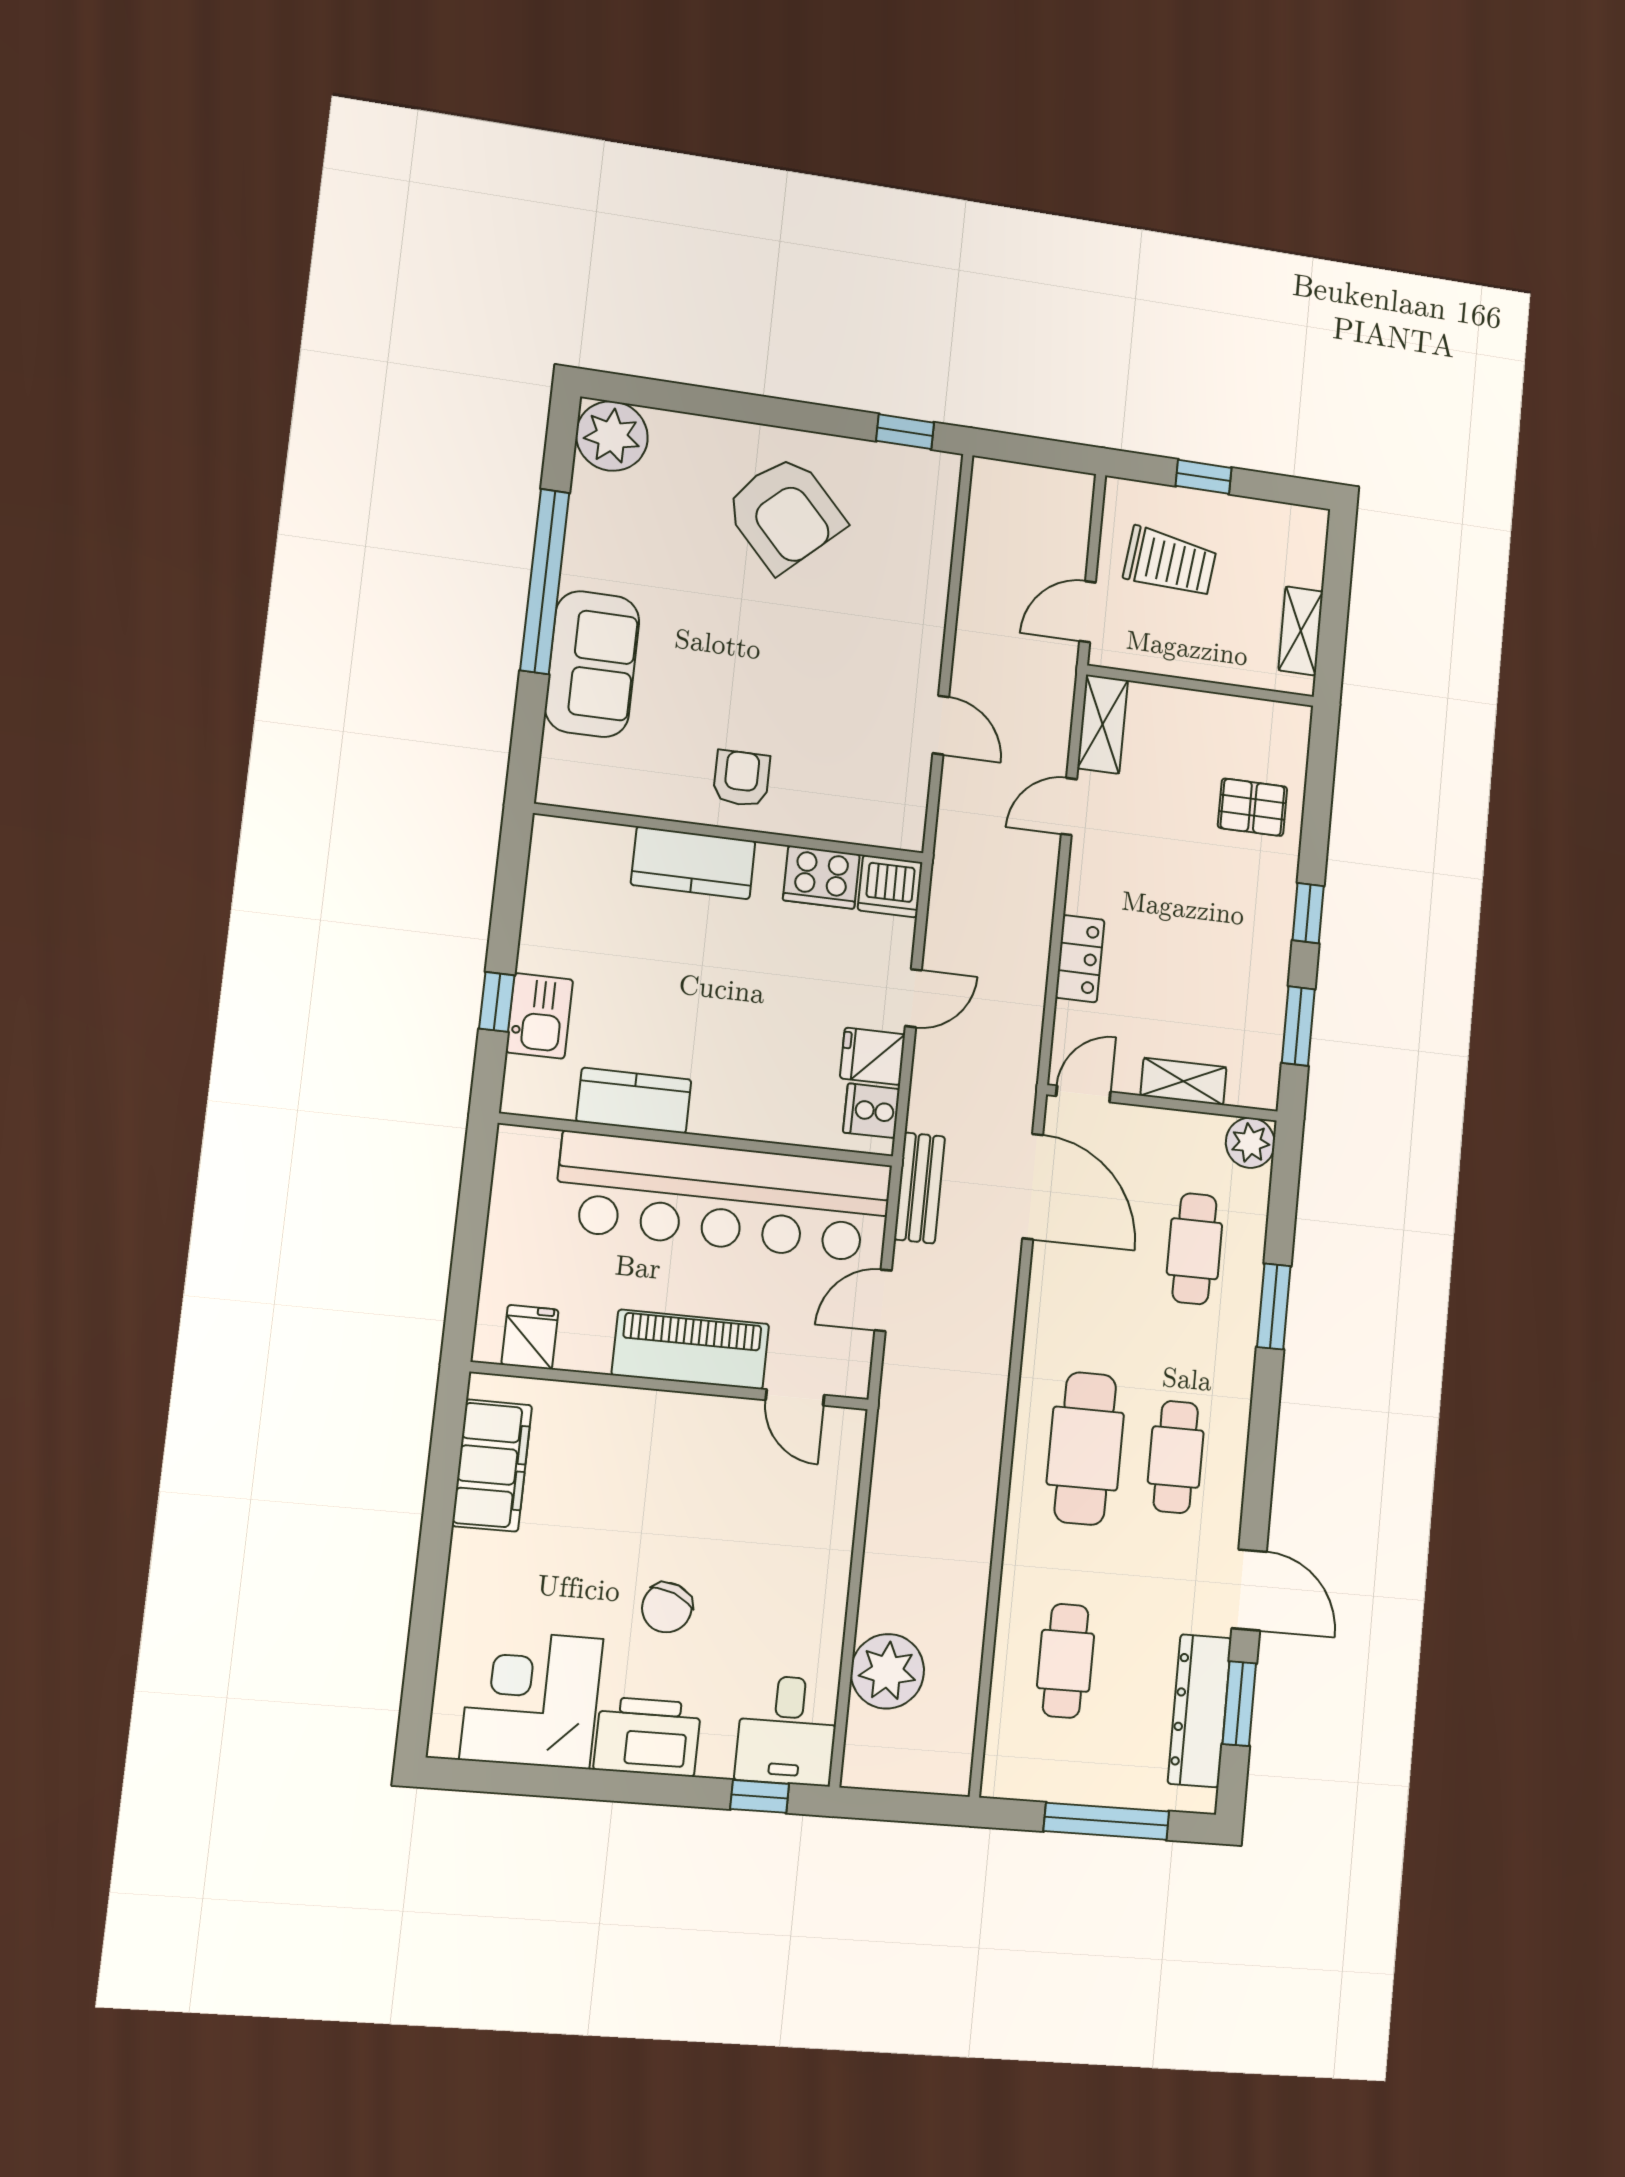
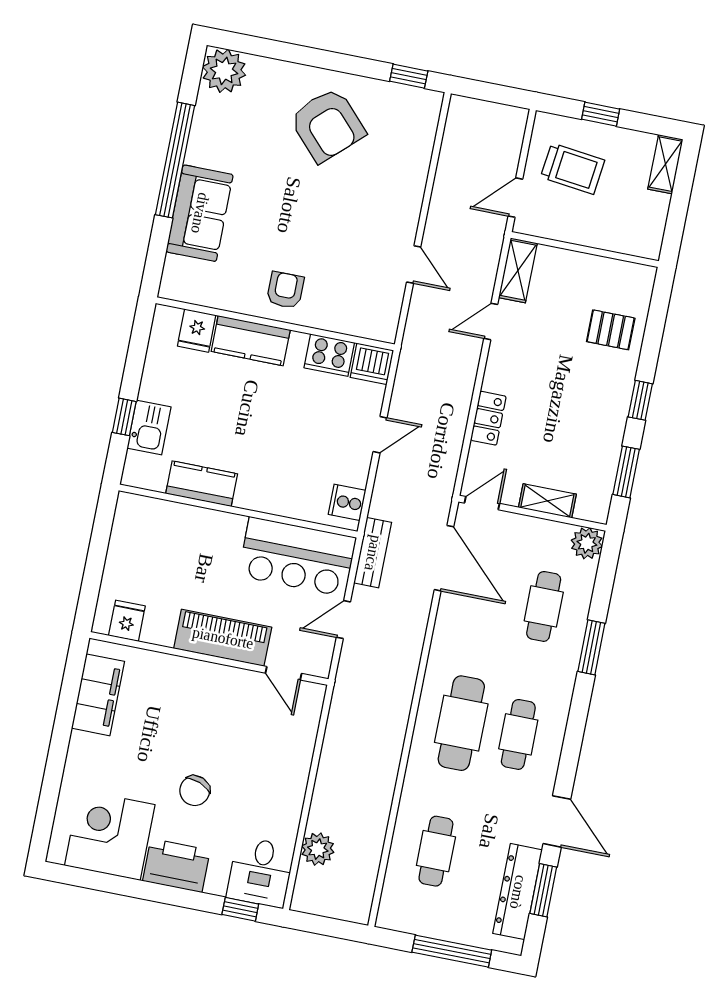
shelving: (1301, 631) -> (665, 164), moved
fridge: (873, 1056) -> (197, 331), moved, turned -90
bar counter: (724, 1197) -> (297, 557), width x0.54
plant: (887, 1671) -> (318, 849), width x0.73, depth x0.73

